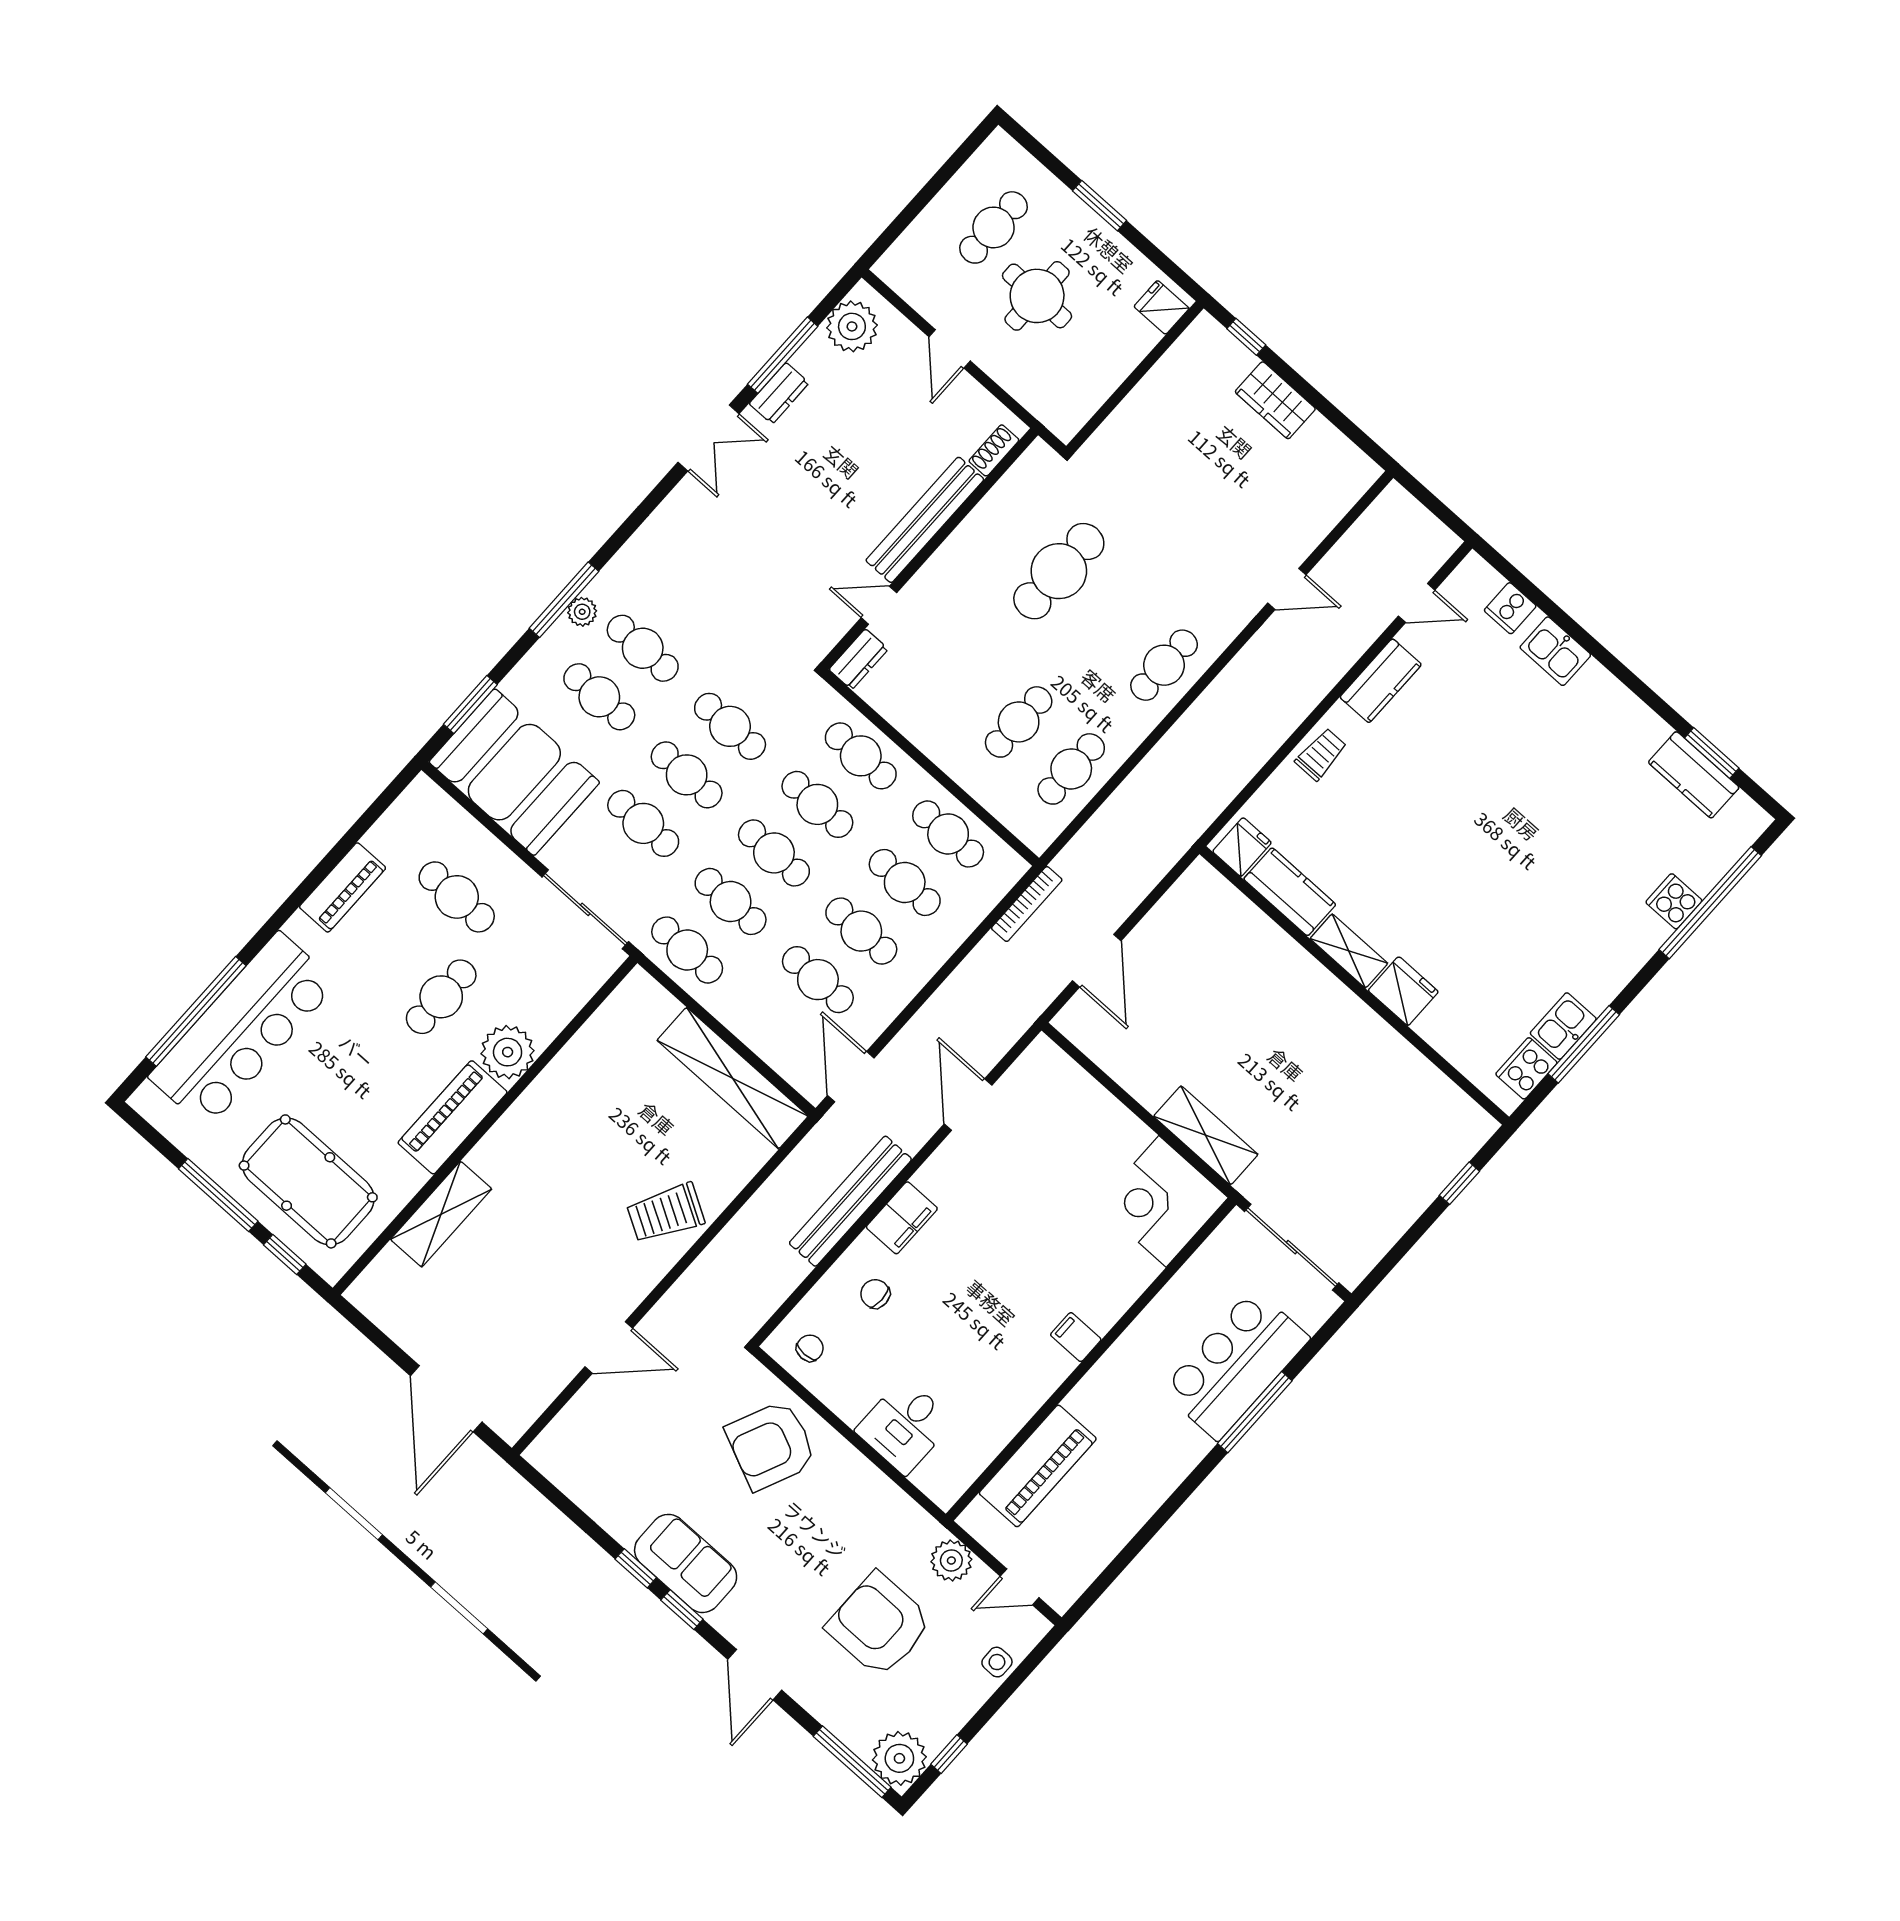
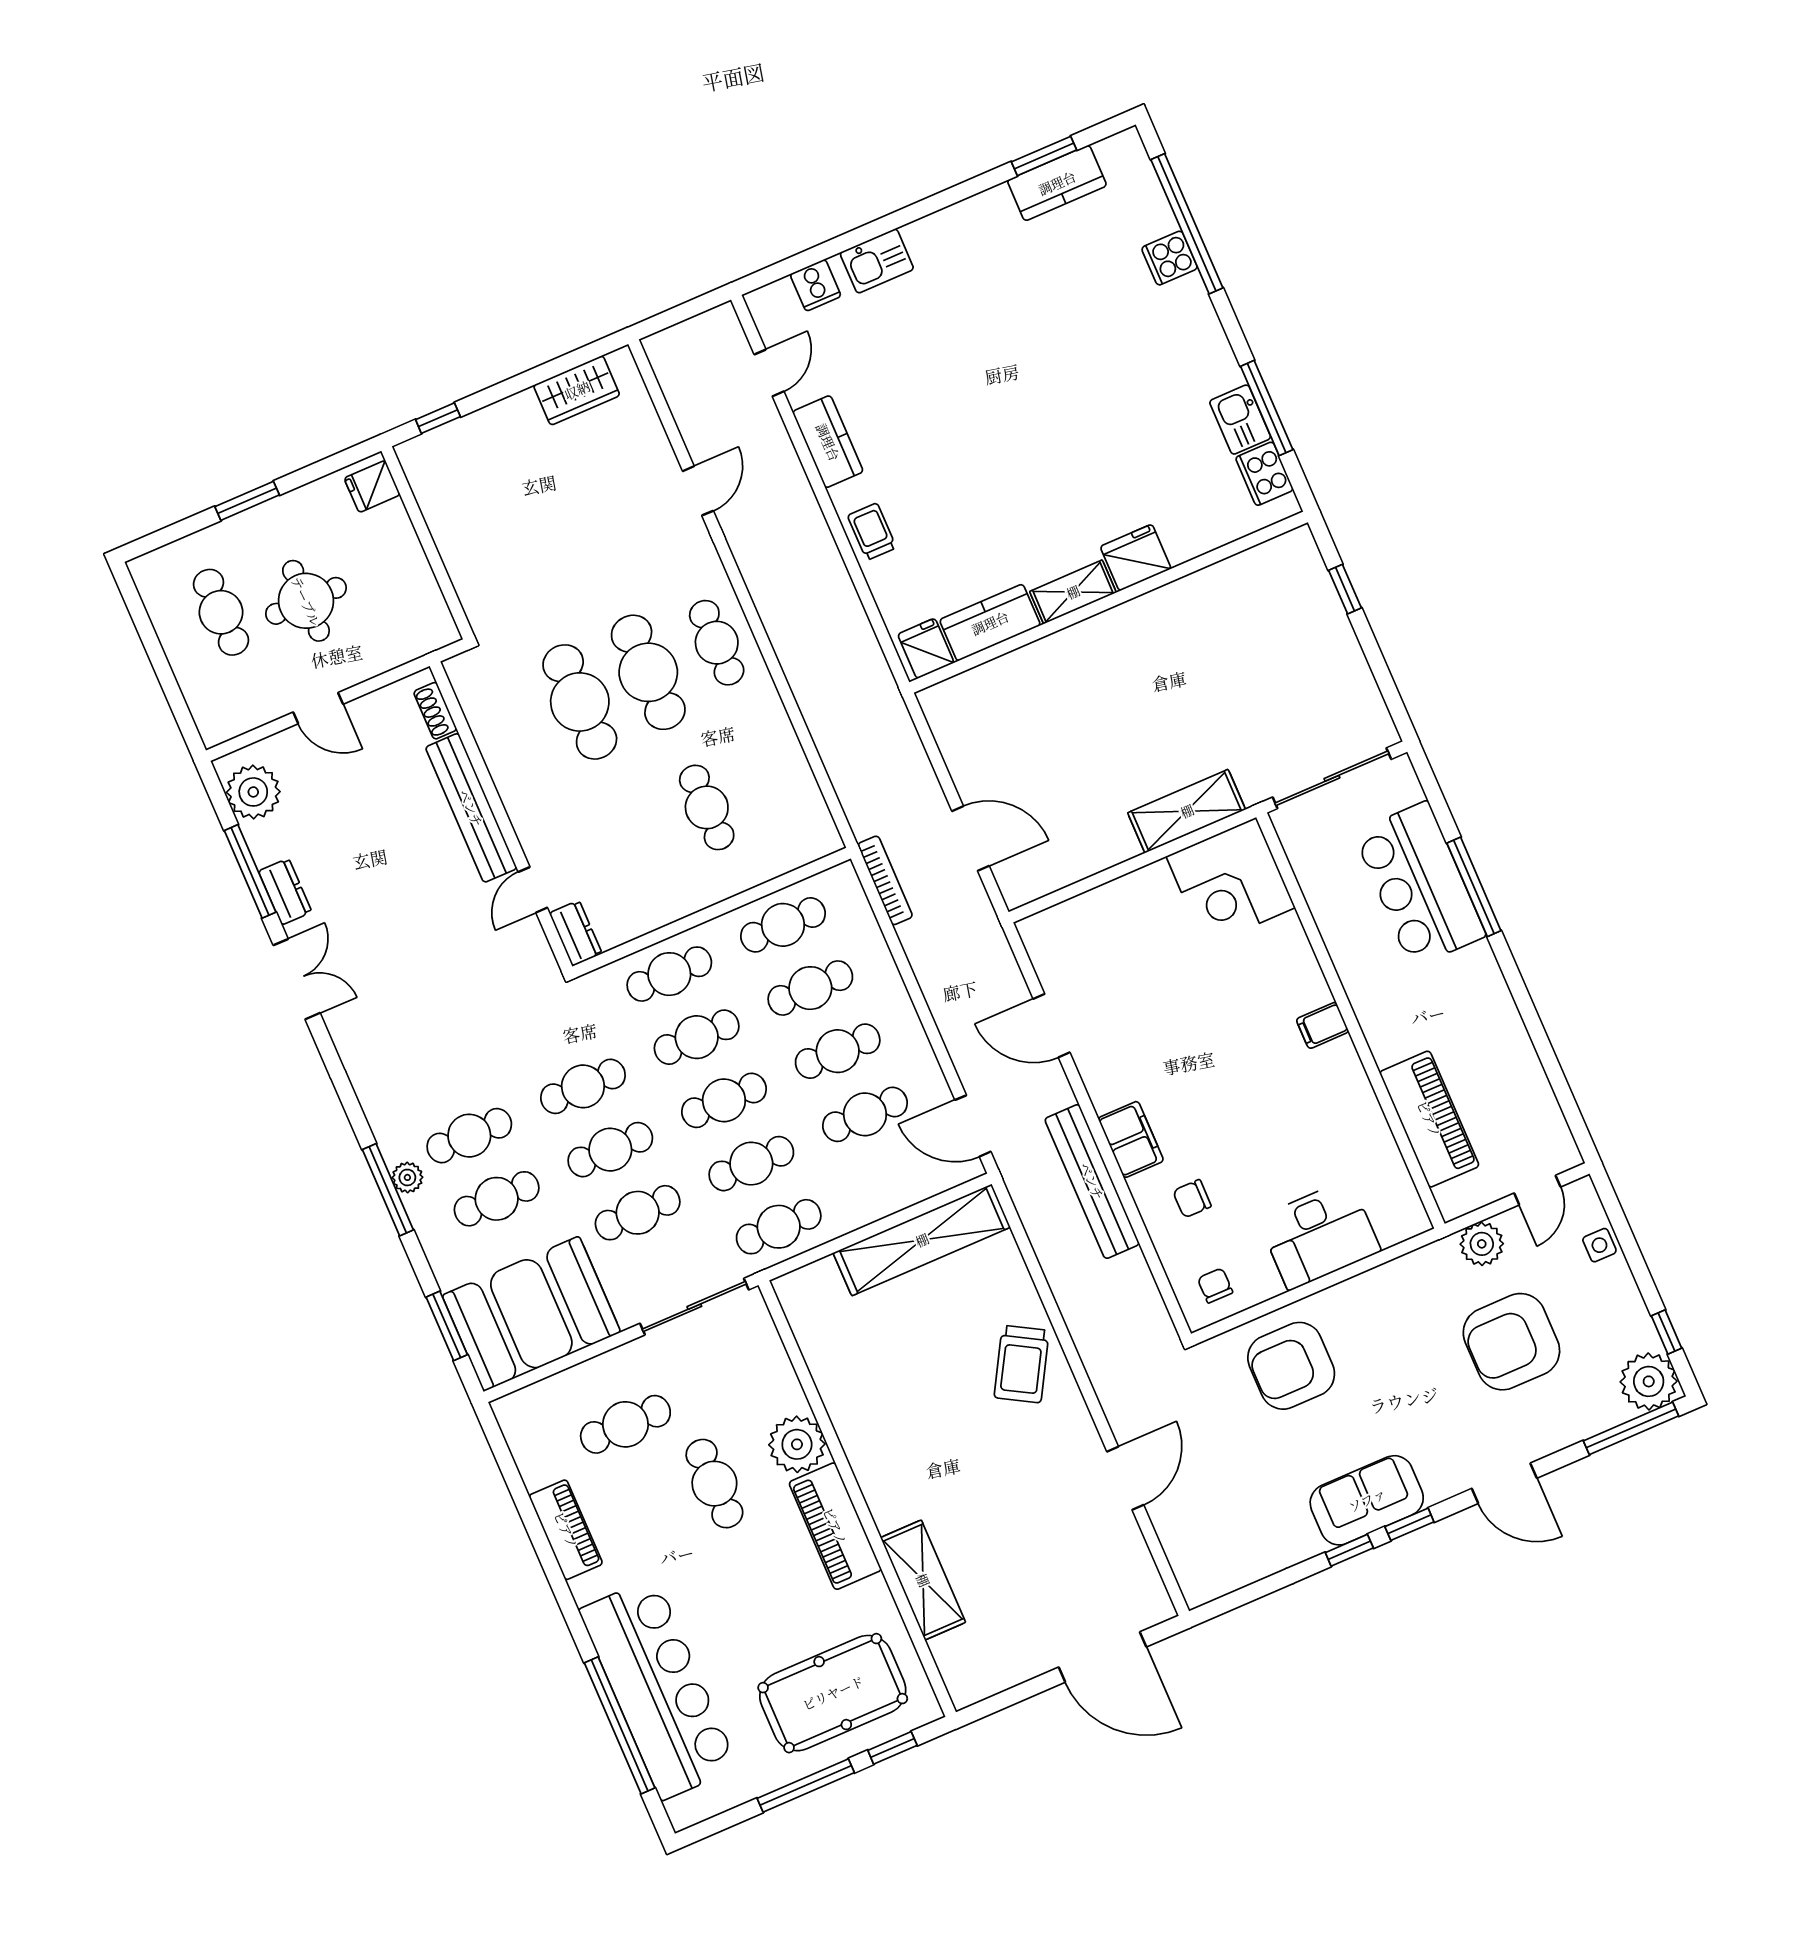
wardrobe: (1275, 400) -> (577, 390), moved
cafe table: (1071, 769) -> (648, 672), moved, width x1.37, depth x1.35
desk: (905, 1426) -> (1319, 1235), width x1.37
armchair: (771, 1445) -> (1291, 1366), turned 66

